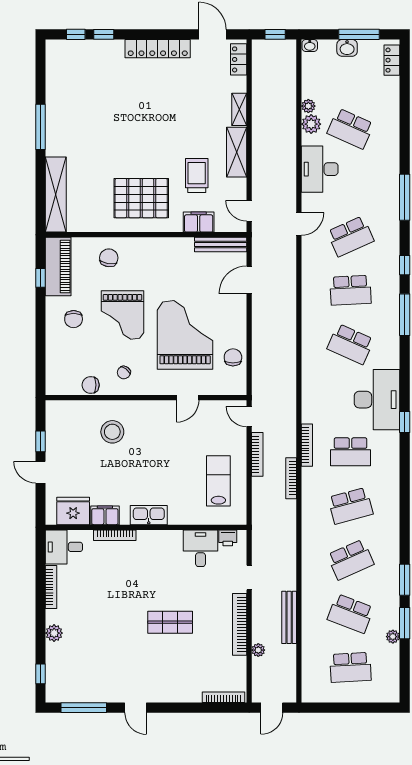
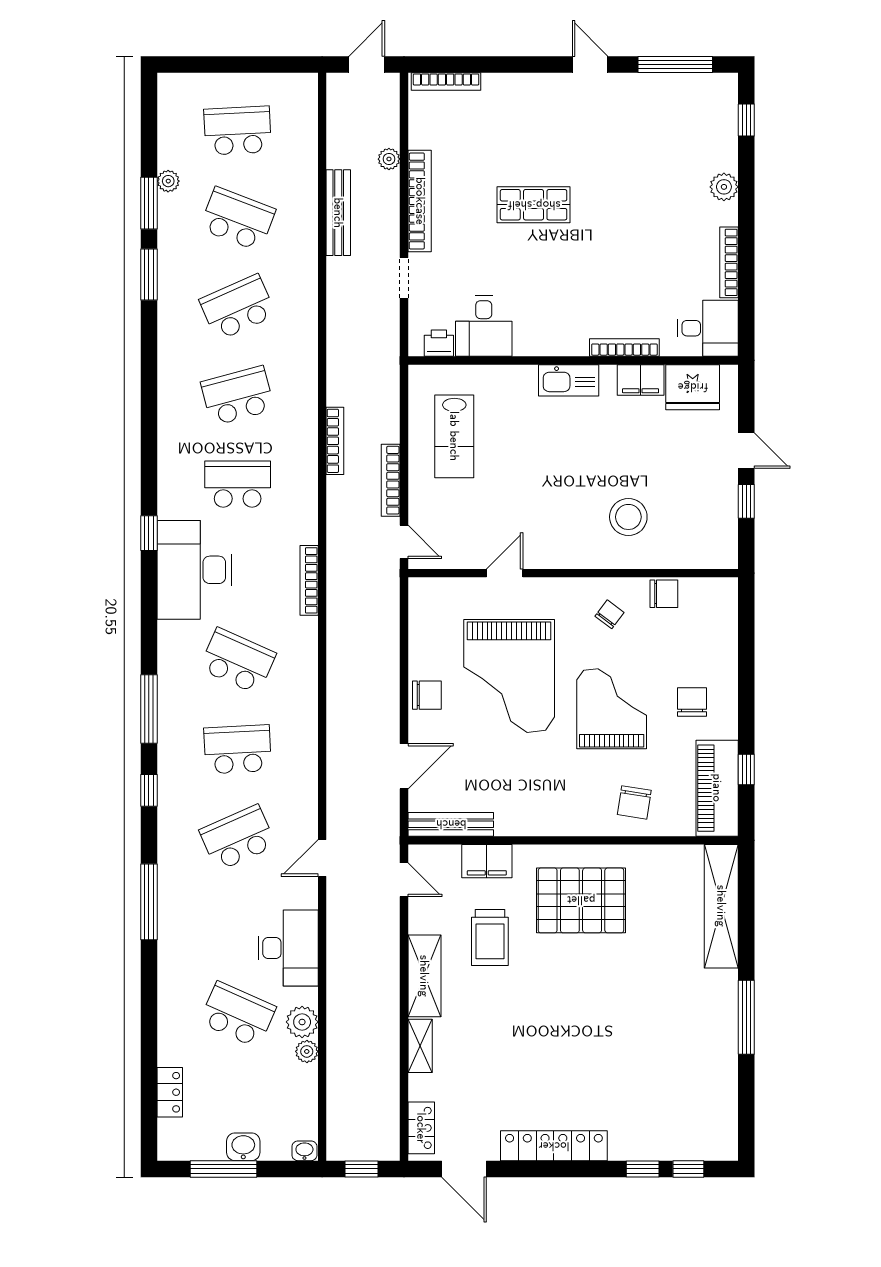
locker: (392, 60) -> (170, 1092), moved
chair: (233, 357) -> (427, 695), moved, turned -90
bookcase: (307, 445) -> (309, 580), moved

